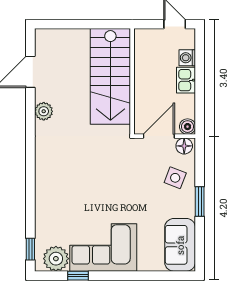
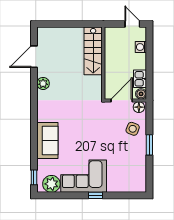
stairs: (110, 76) -> (93, 51), width x0.73, depth x0.66
kitchen sink: (186, 80) -> (140, 79), moved
sofa: (180, 245) -> (47, 141), moved, turned 180
window: (78, 276) -> (95, 195), moved

